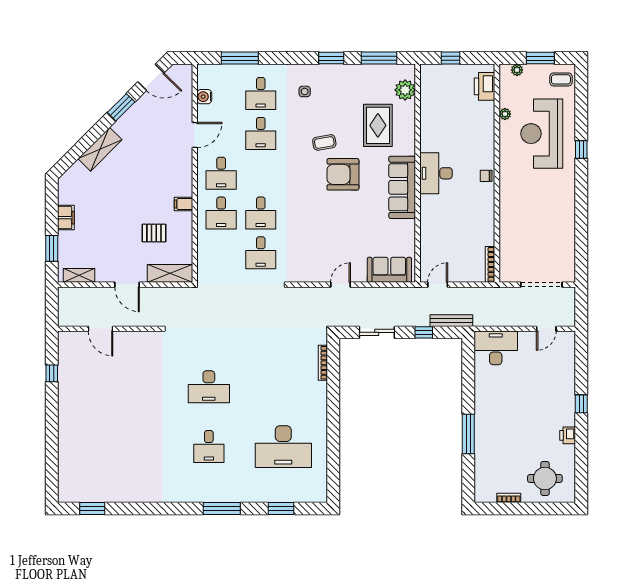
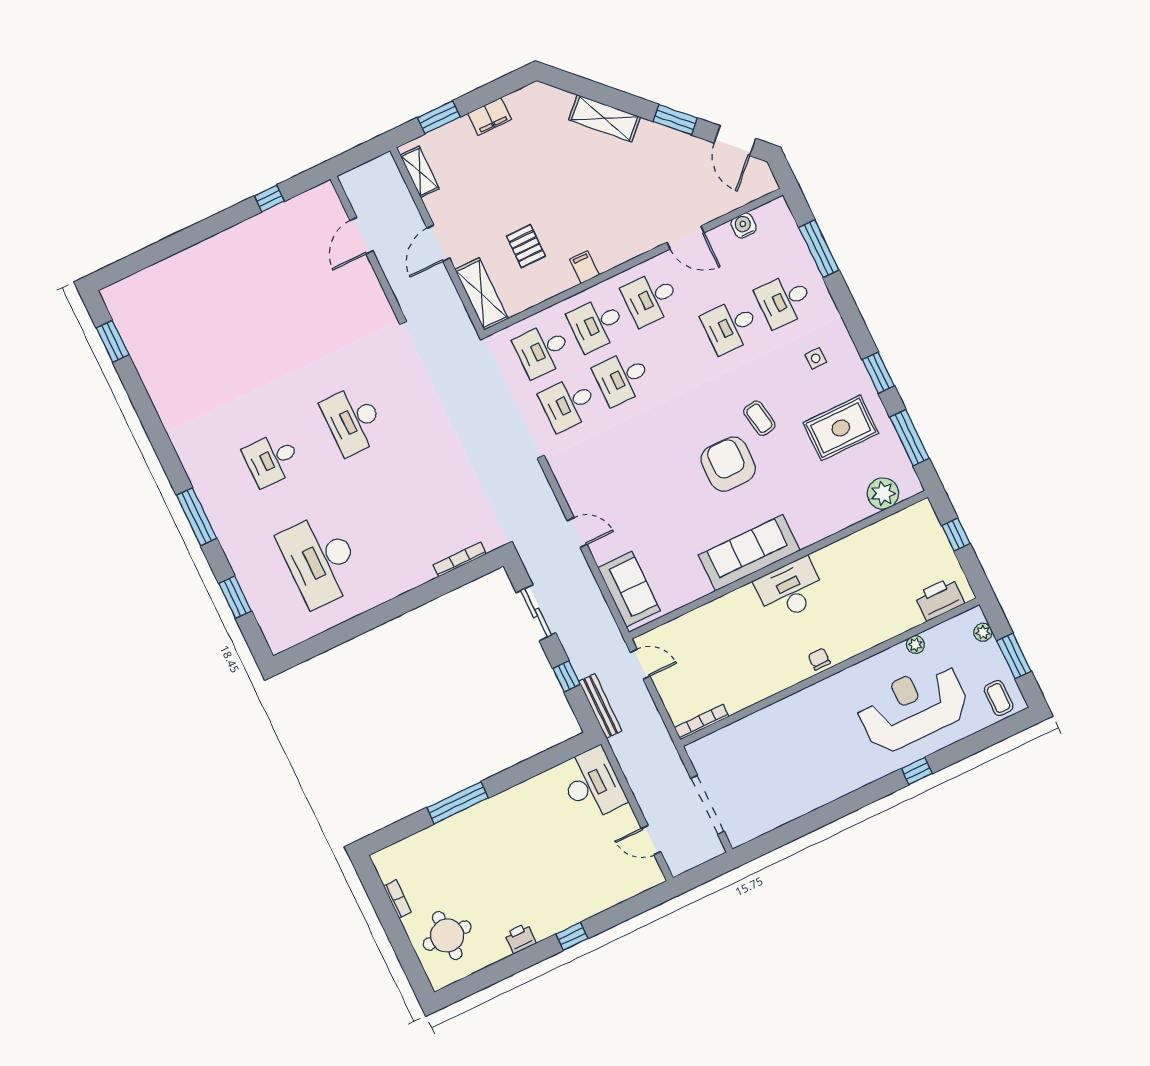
rug: (378, 125) -> (841, 428), moved
desk: (221, 253) -> (543, 350), added

